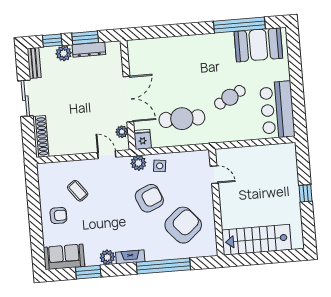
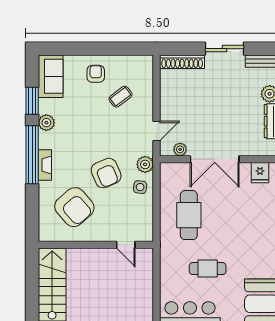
cafe table: (230, 97) -> (208, 269), turned -62
fridge: (143, 139) -> (260, 173), moved, turned 90
door: (214, 175) -> (126, 245), hinge flipped
armchair: (58, 215) -> (96, 74), turned 180
fireplace: (130, 257) -> (45, 165), moved
window: (163, 266) -> (32, 155), moved

